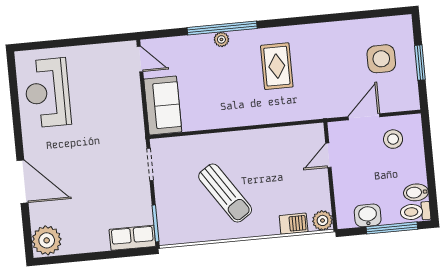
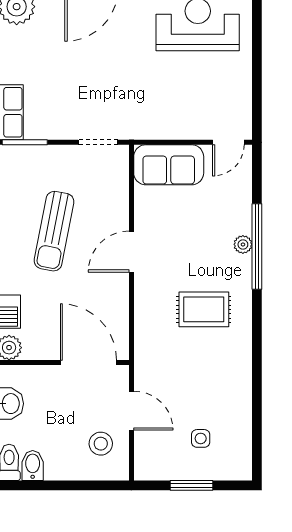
side table: (381, 59) -> (201, 438), width x0.54, depth x0.54
door: (236, 129) -> (131, 252), added
door: (328, 155) -> (88, 362), width x1.88
sun lounger: (225, 193) -> (54, 231), turned -45

